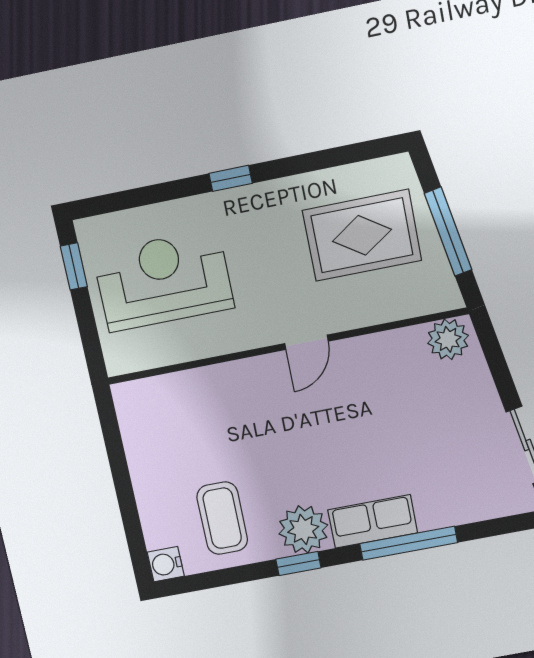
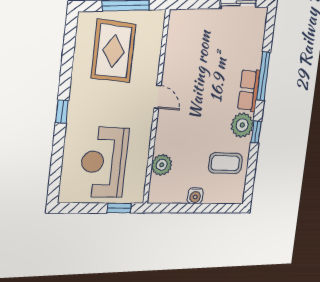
window: (74, 266) -> (119, 208), moved
plant: (448, 339) -> (162, 165), moved
water cooler: (166, 564) -> (195, 196), moved

